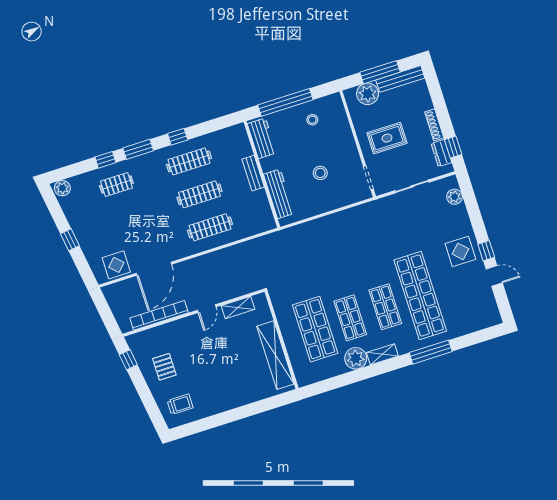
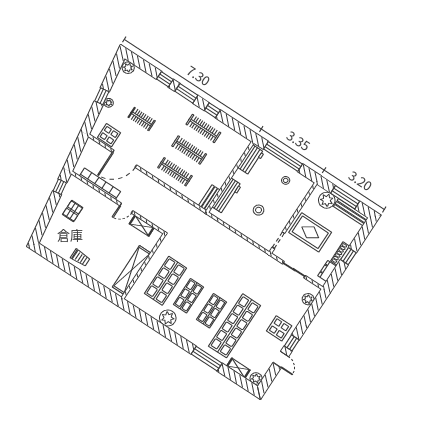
rug: (387, 138) -> (310, 232), width x1.36, depth x1.43
window: (453, 147) -> (348, 256), moved
bench: (253, 173) -> (209, 198), moved
clothes rail: (116, 185) -> (142, 119), moved
plant: (82, 238) -> (109, 103), added
plant: (493, 318) -> (256, 378), added
shelving: (382, 354) -> (238, 368), moved
trolley: (180, 404) -> (80, 258), moved

